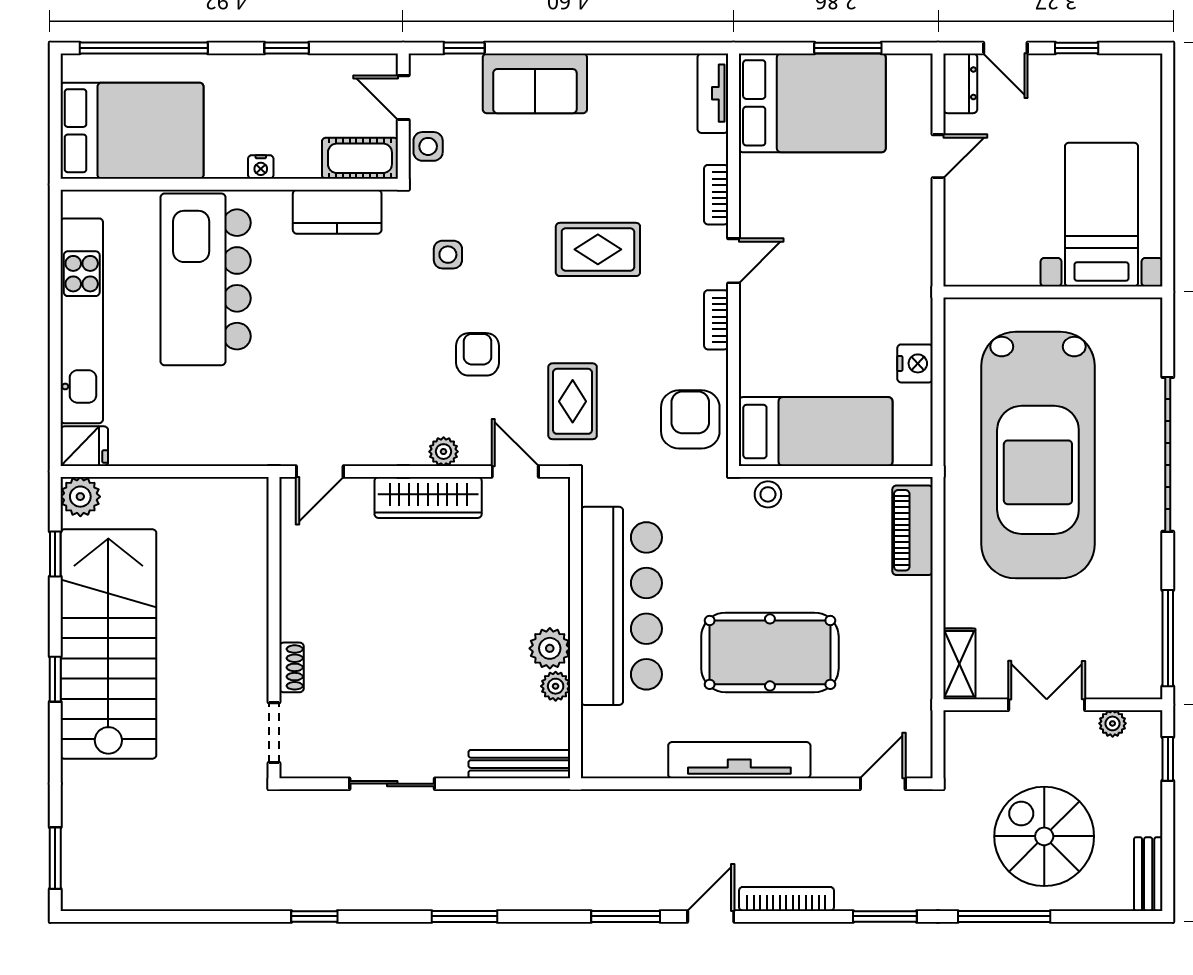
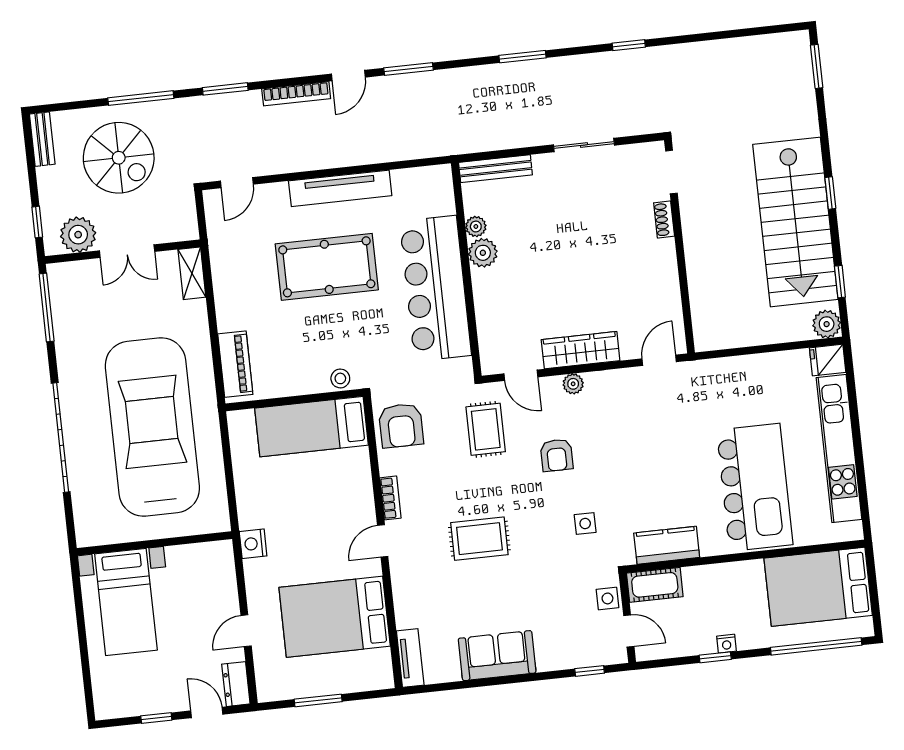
sofa: (535, 83) -> (497, 656), moved
bed: (812, 103) -> (335, 617), moved
nightstand: (261, 167) -> (727, 644), moved, turned 180
bookcase: (716, 195) -> (400, 586), removed
nightstand: (915, 363) -> (253, 544), moved
plant: (1113, 723) -> (78, 235), width x1.88, depth x1.88

